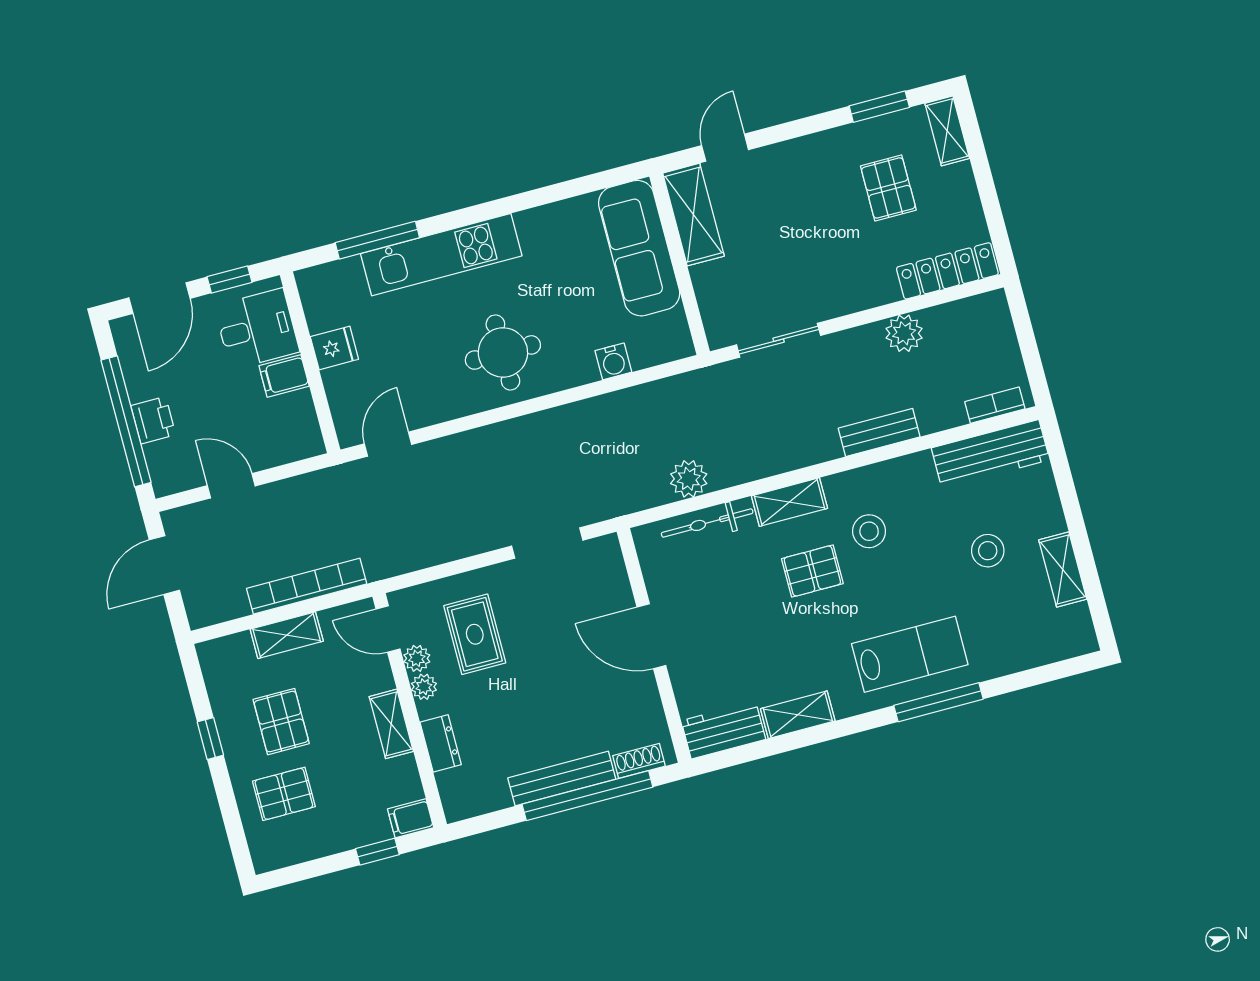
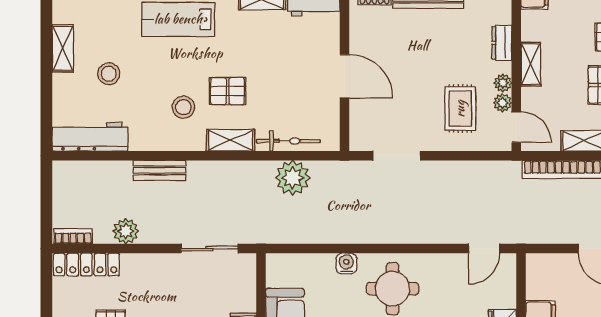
water cooler: (613, 361) -> (346, 263), moved
bookcase: (995, 405) -> (73, 236), moved, turned 180
plant: (689, 479) -> (293, 178), width x1.36, depth x1.36

